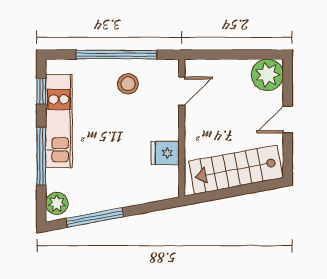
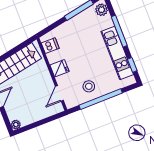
plant: (267, 75) -> (16, 125), width x0.53, depth x0.53
fridge: (165, 153) -> (59, 68), moved
dishwasher: (166, 177) -> (50, 46), added

